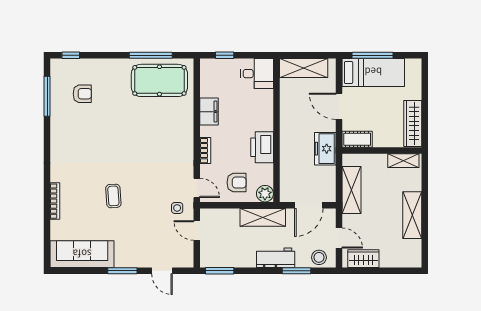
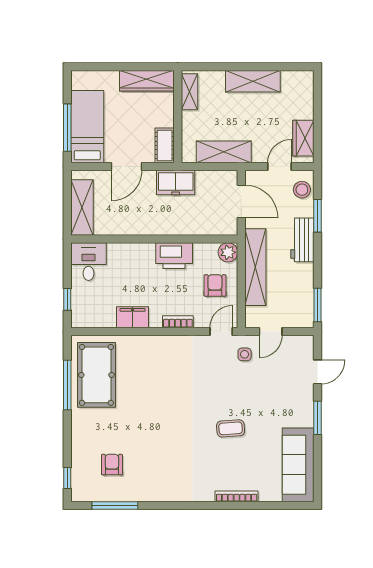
shelving: (263, 217) -> (255, 267), width x1.47

